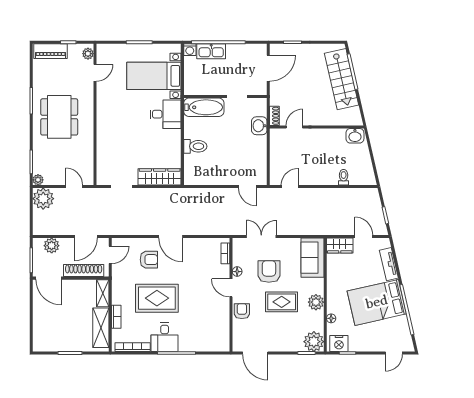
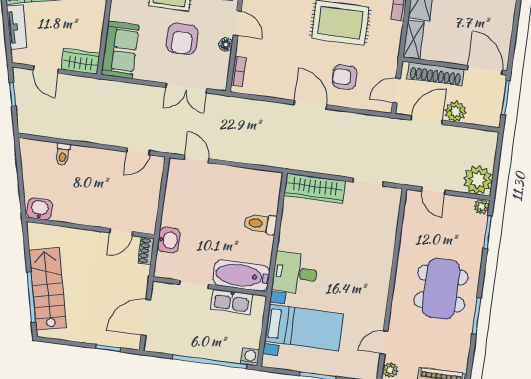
kitchen sink: (211, 51) -> (232, 302), moved, turned 180
plant: (52, 246) -> (456, 111), moved

